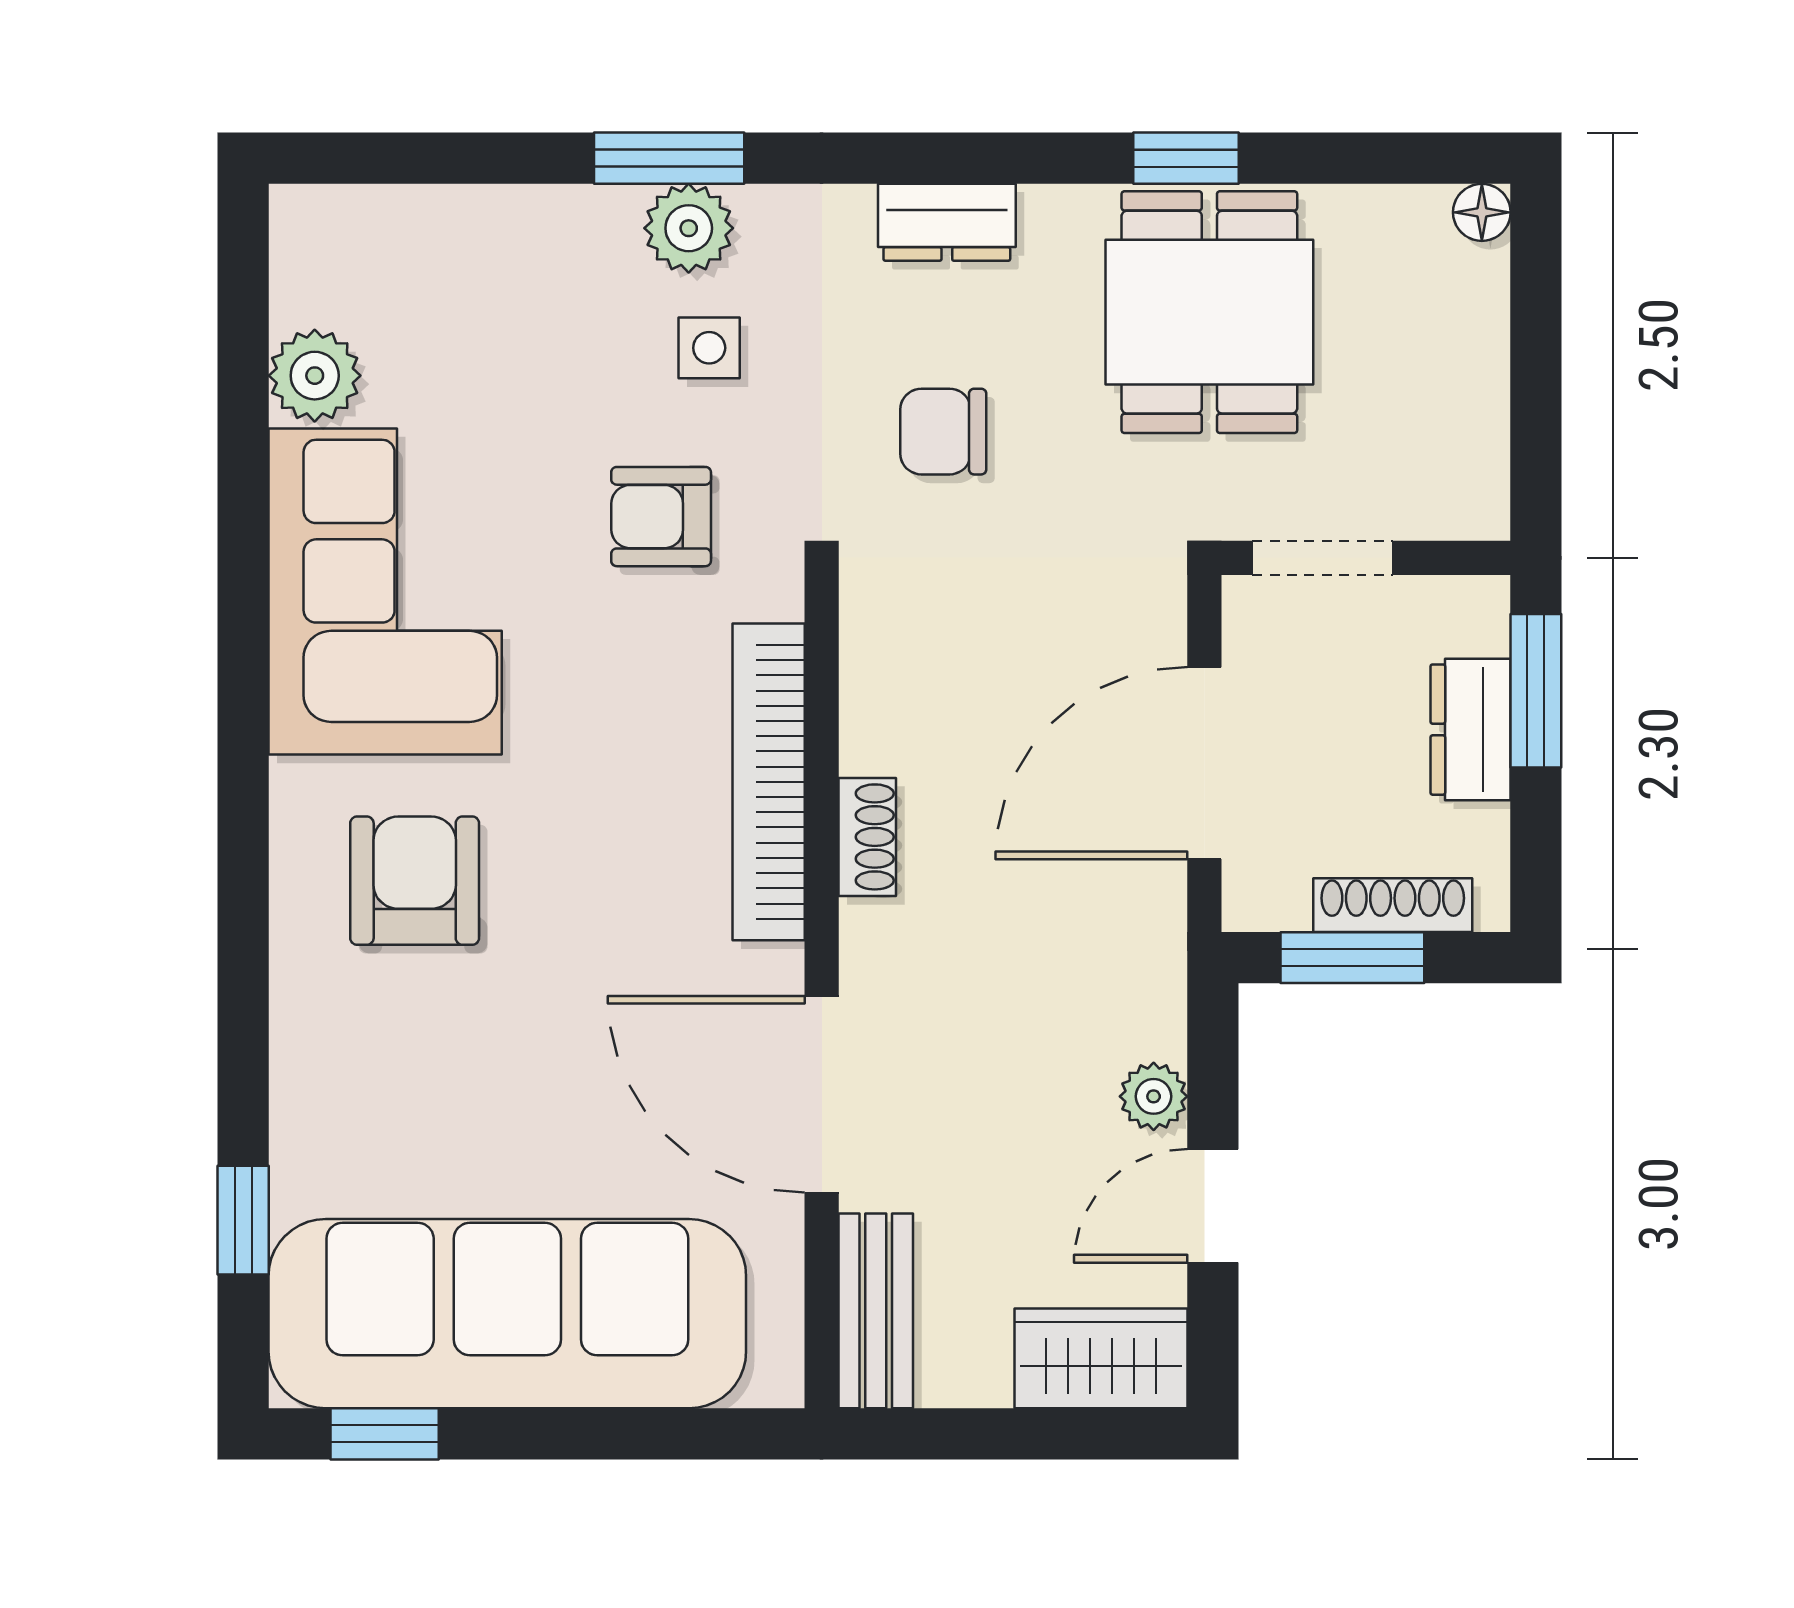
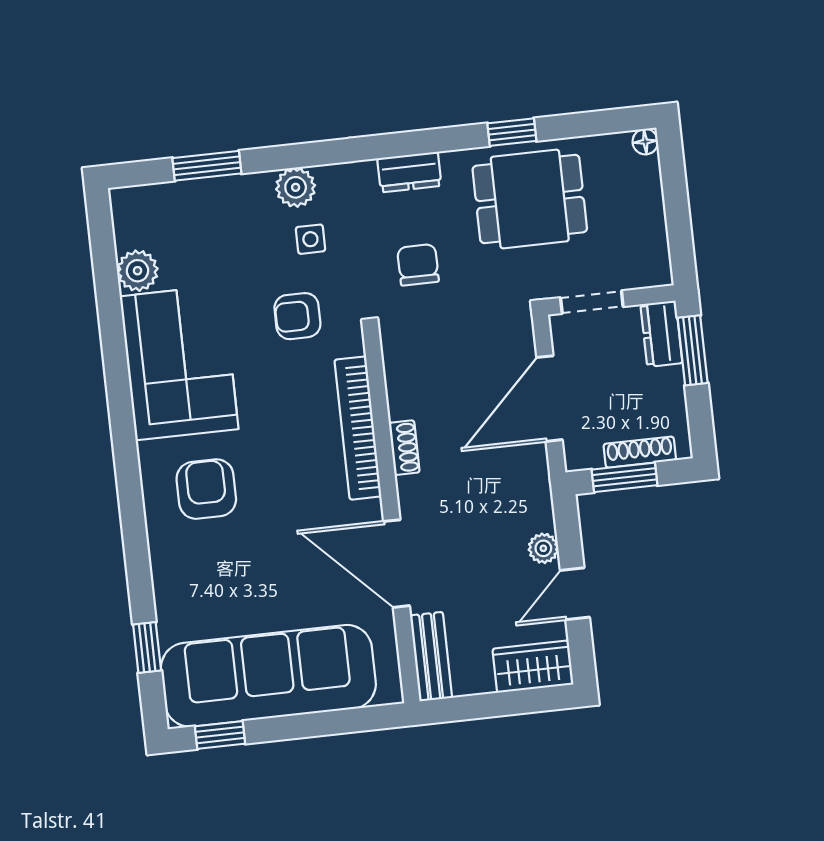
window: (669, 158) -> (207, 166), moved
dining table: (1209, 312) -> (530, 199), turned 90
chair: (943, 432) -> (418, 265), turned 90
dresser: (1471, 730) -> (661, 334), moved

